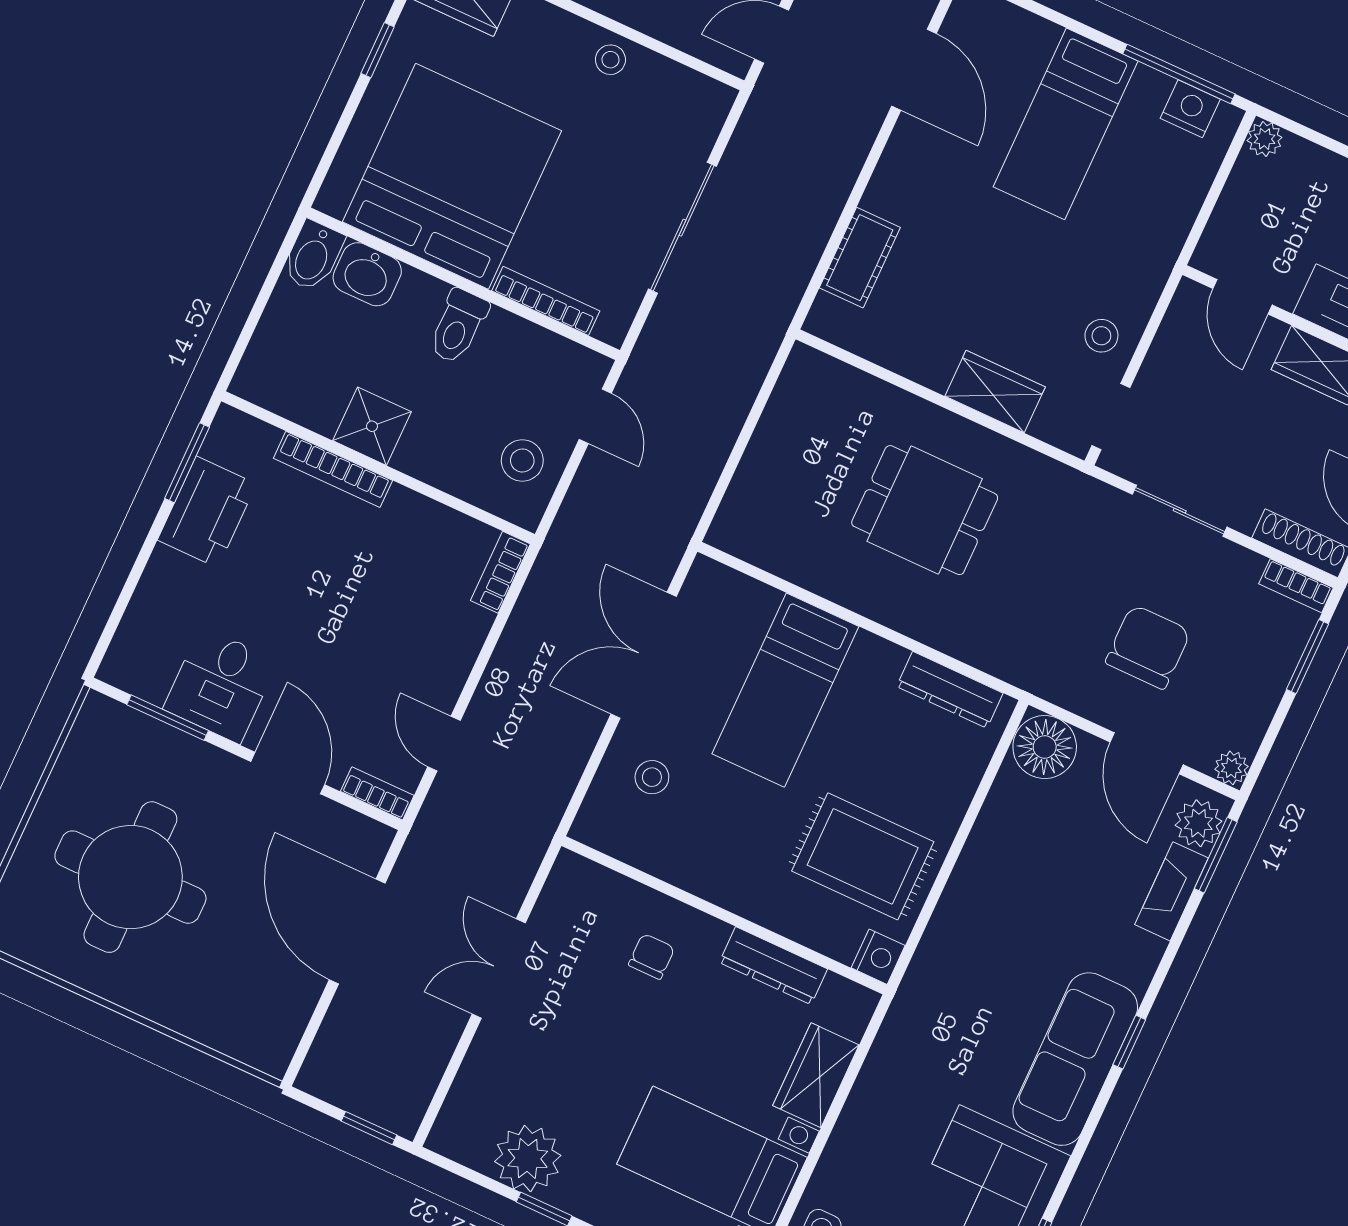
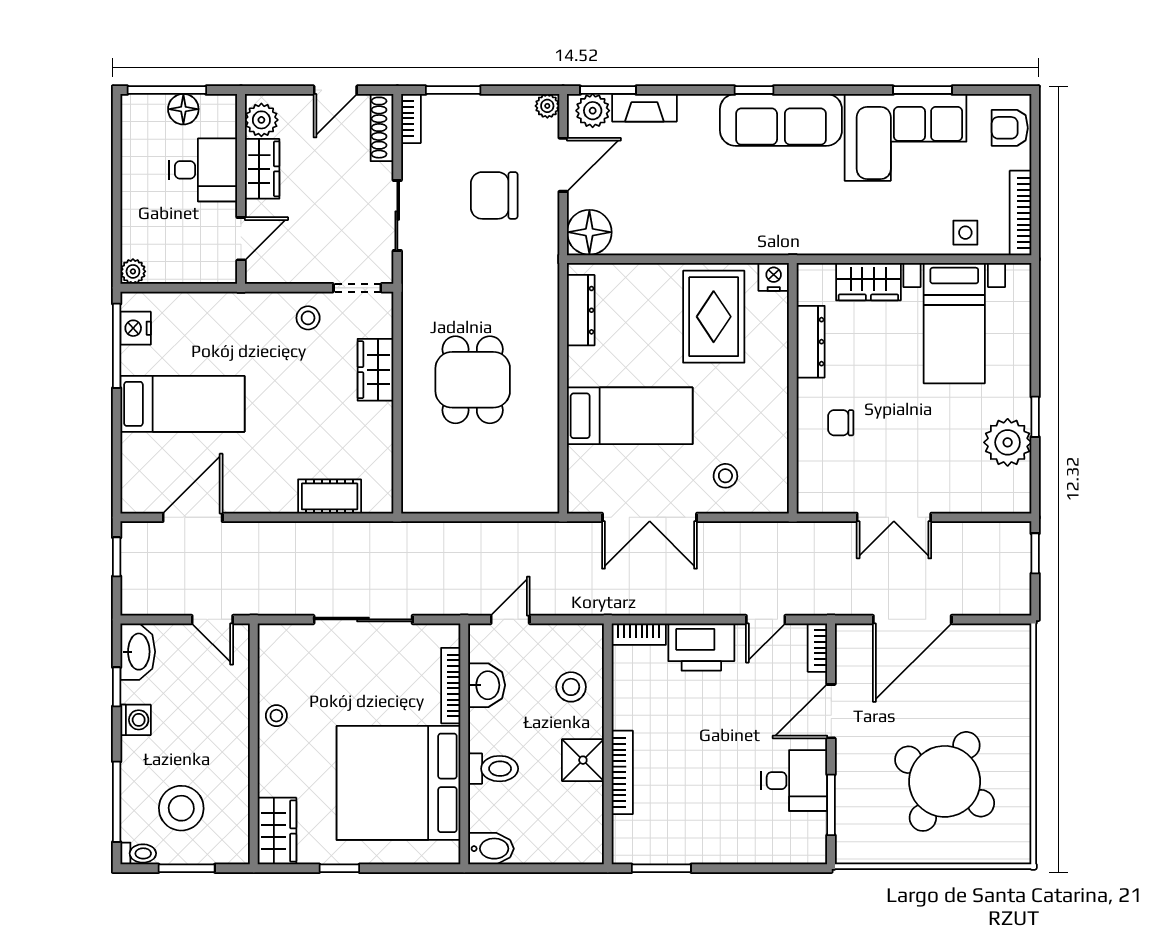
washbasin: (367, 274) -> (487, 685), moved
toilet: (458, 326) -> (493, 769), moved
stool: (522, 460) -> (571, 687), moved
printer: (207, 512) -> (701, 647), moved, turned 180
round table: (130, 877) -> (945, 781), turned 31

